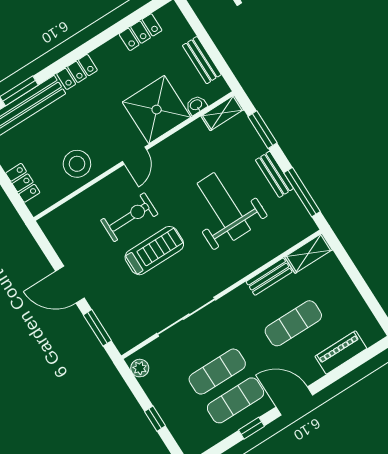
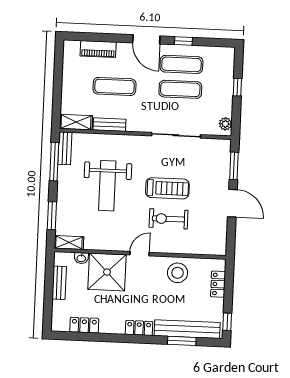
bench: (274, 174) -> (65, 148), moved
treadmill: (154, 251) -> (167, 188), turned 180

